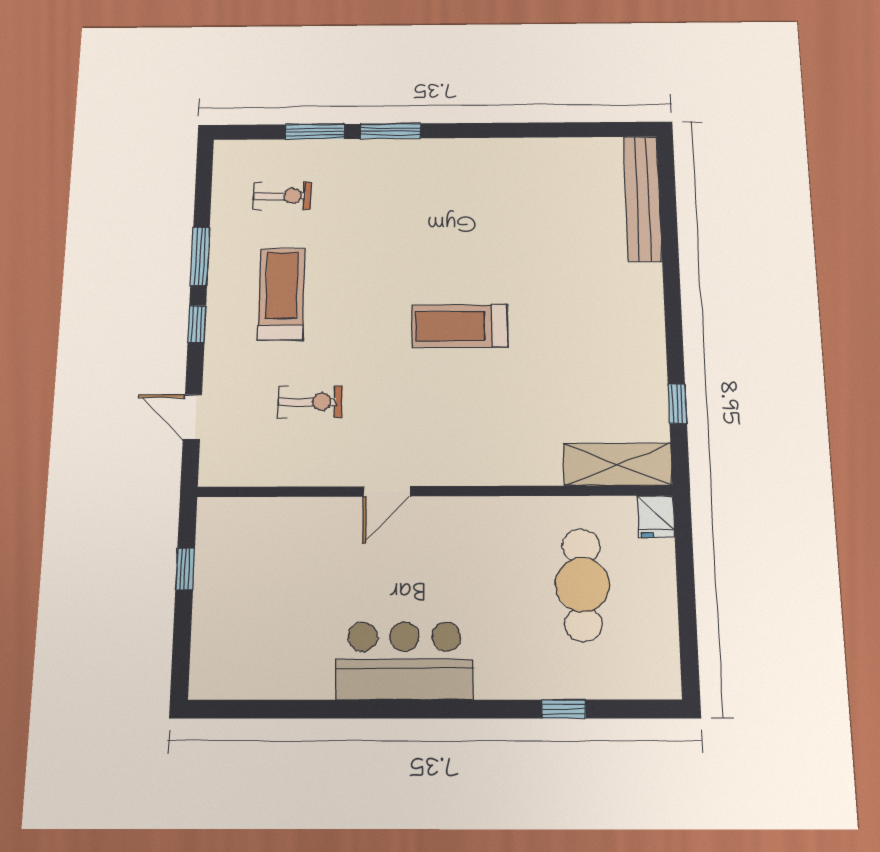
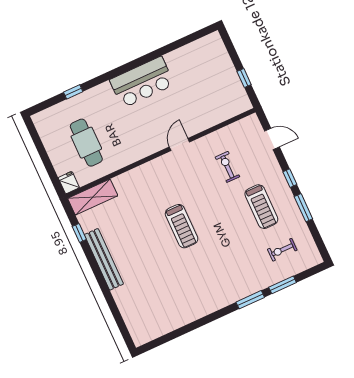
bench: (643, 198) -> (104, 259), moved
treadmill: (460, 326) -> (182, 226), turned 90
exercise bike: (310, 402) -> (227, 167), turned 90

